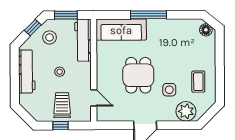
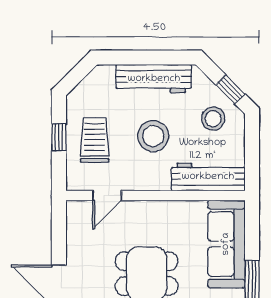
window: (66, 15) -> (252, 147), removed
stool: (60, 72) -> (153, 136), width x1.89, depth x1.89
trolley: (62, 105) -> (95, 140), turned -90

